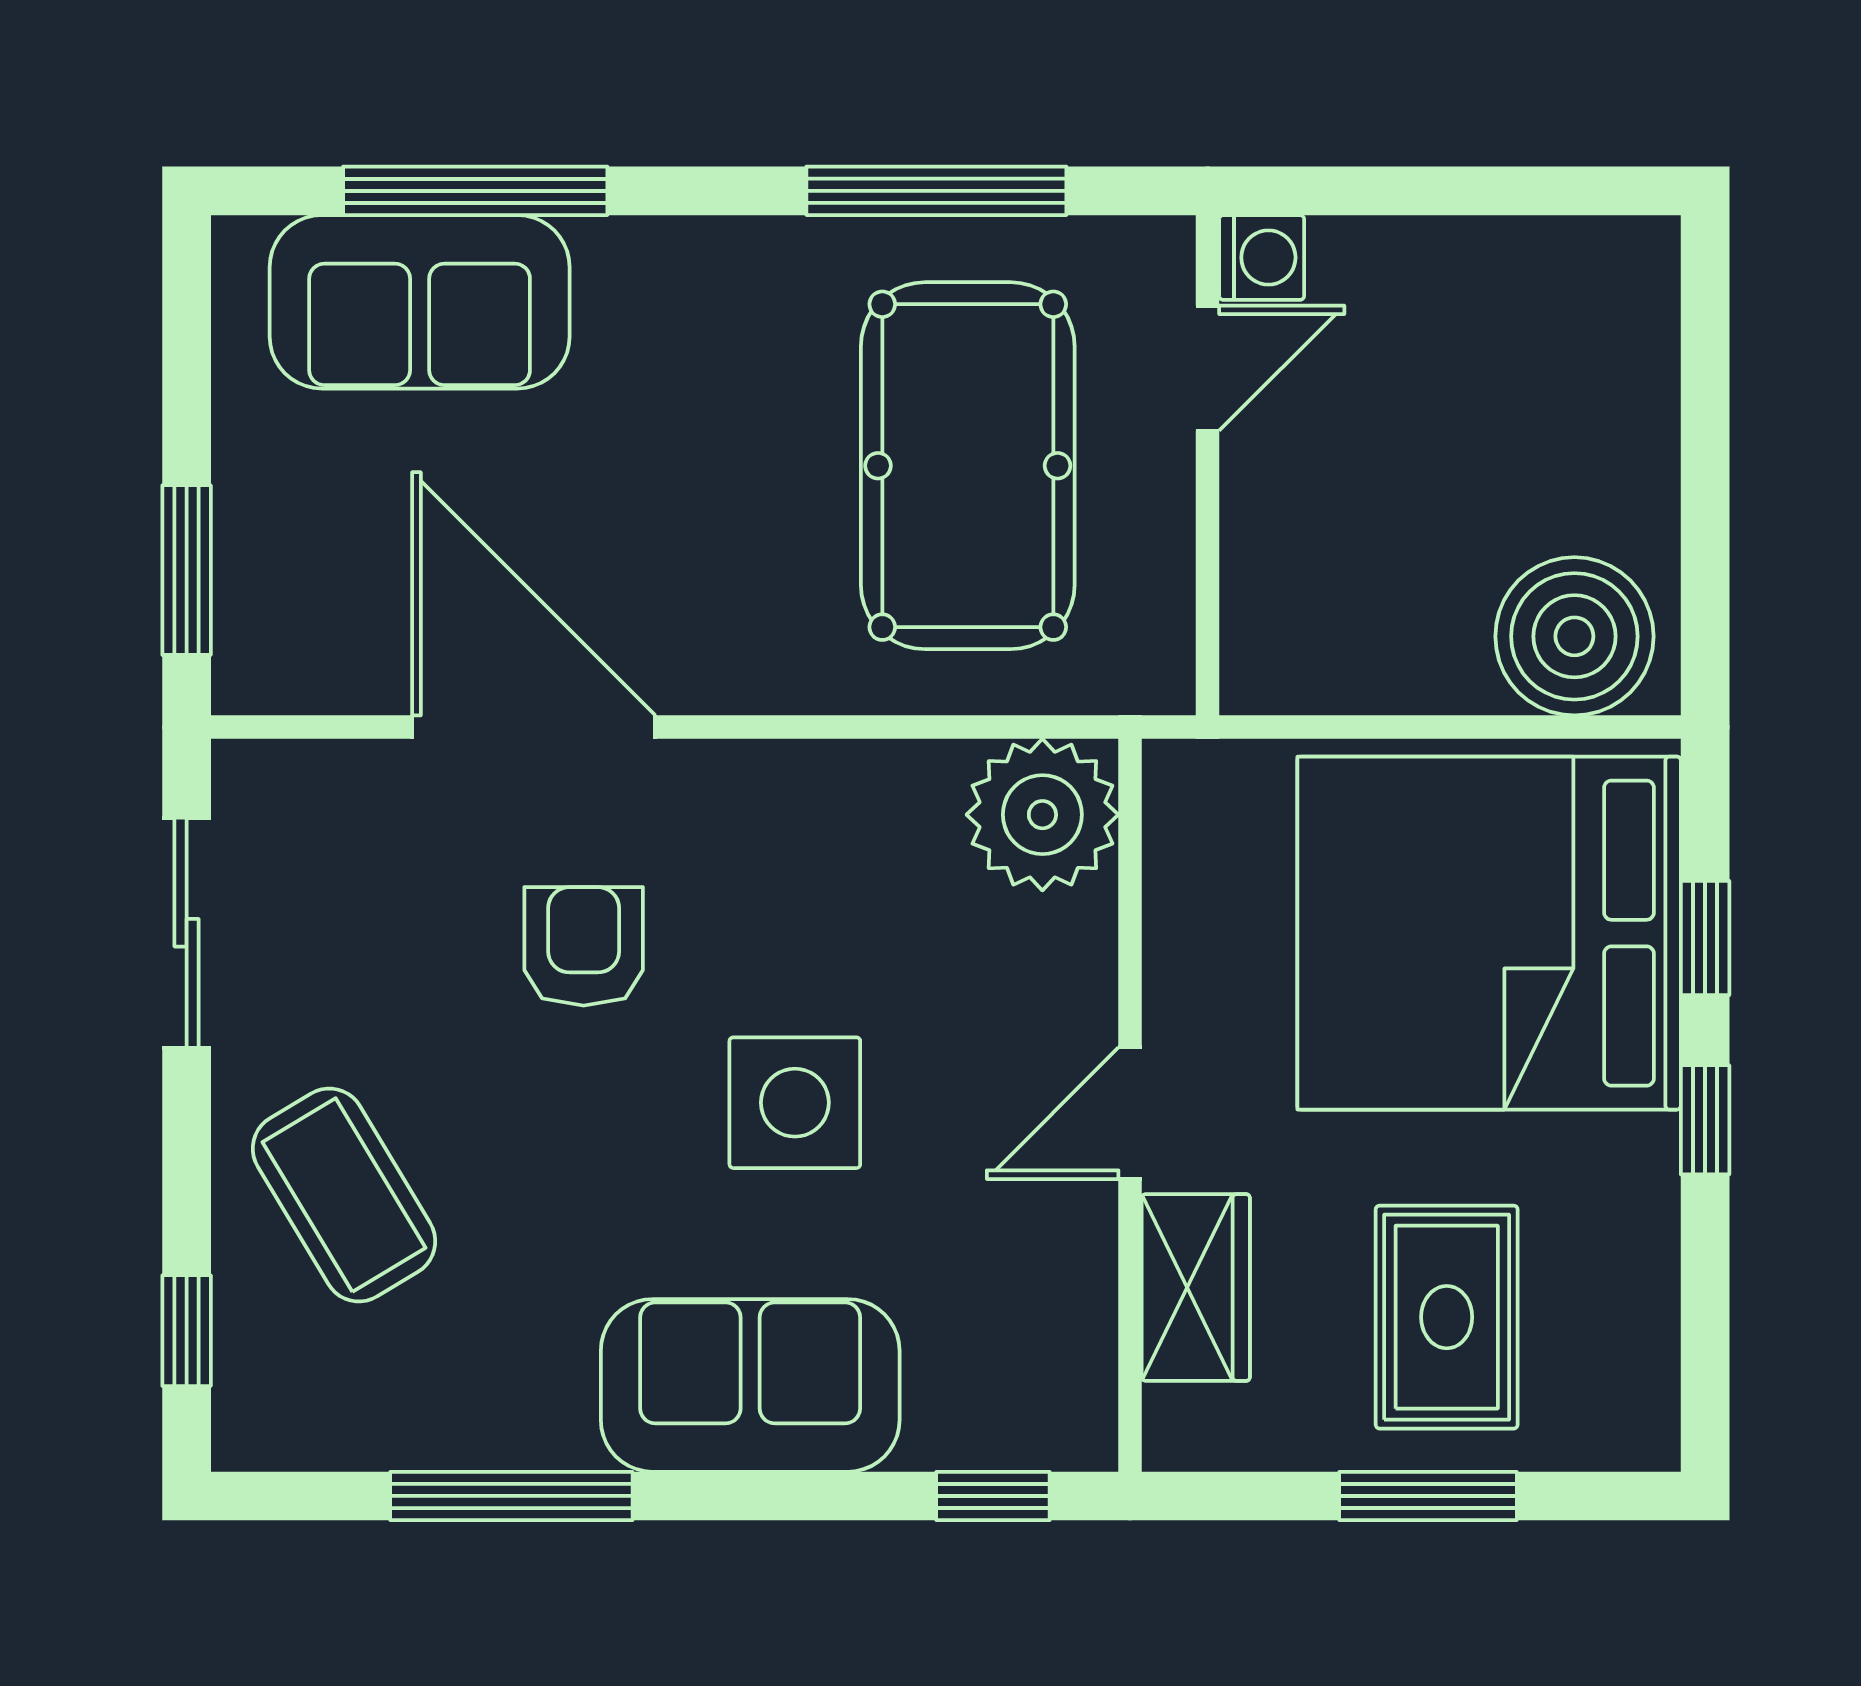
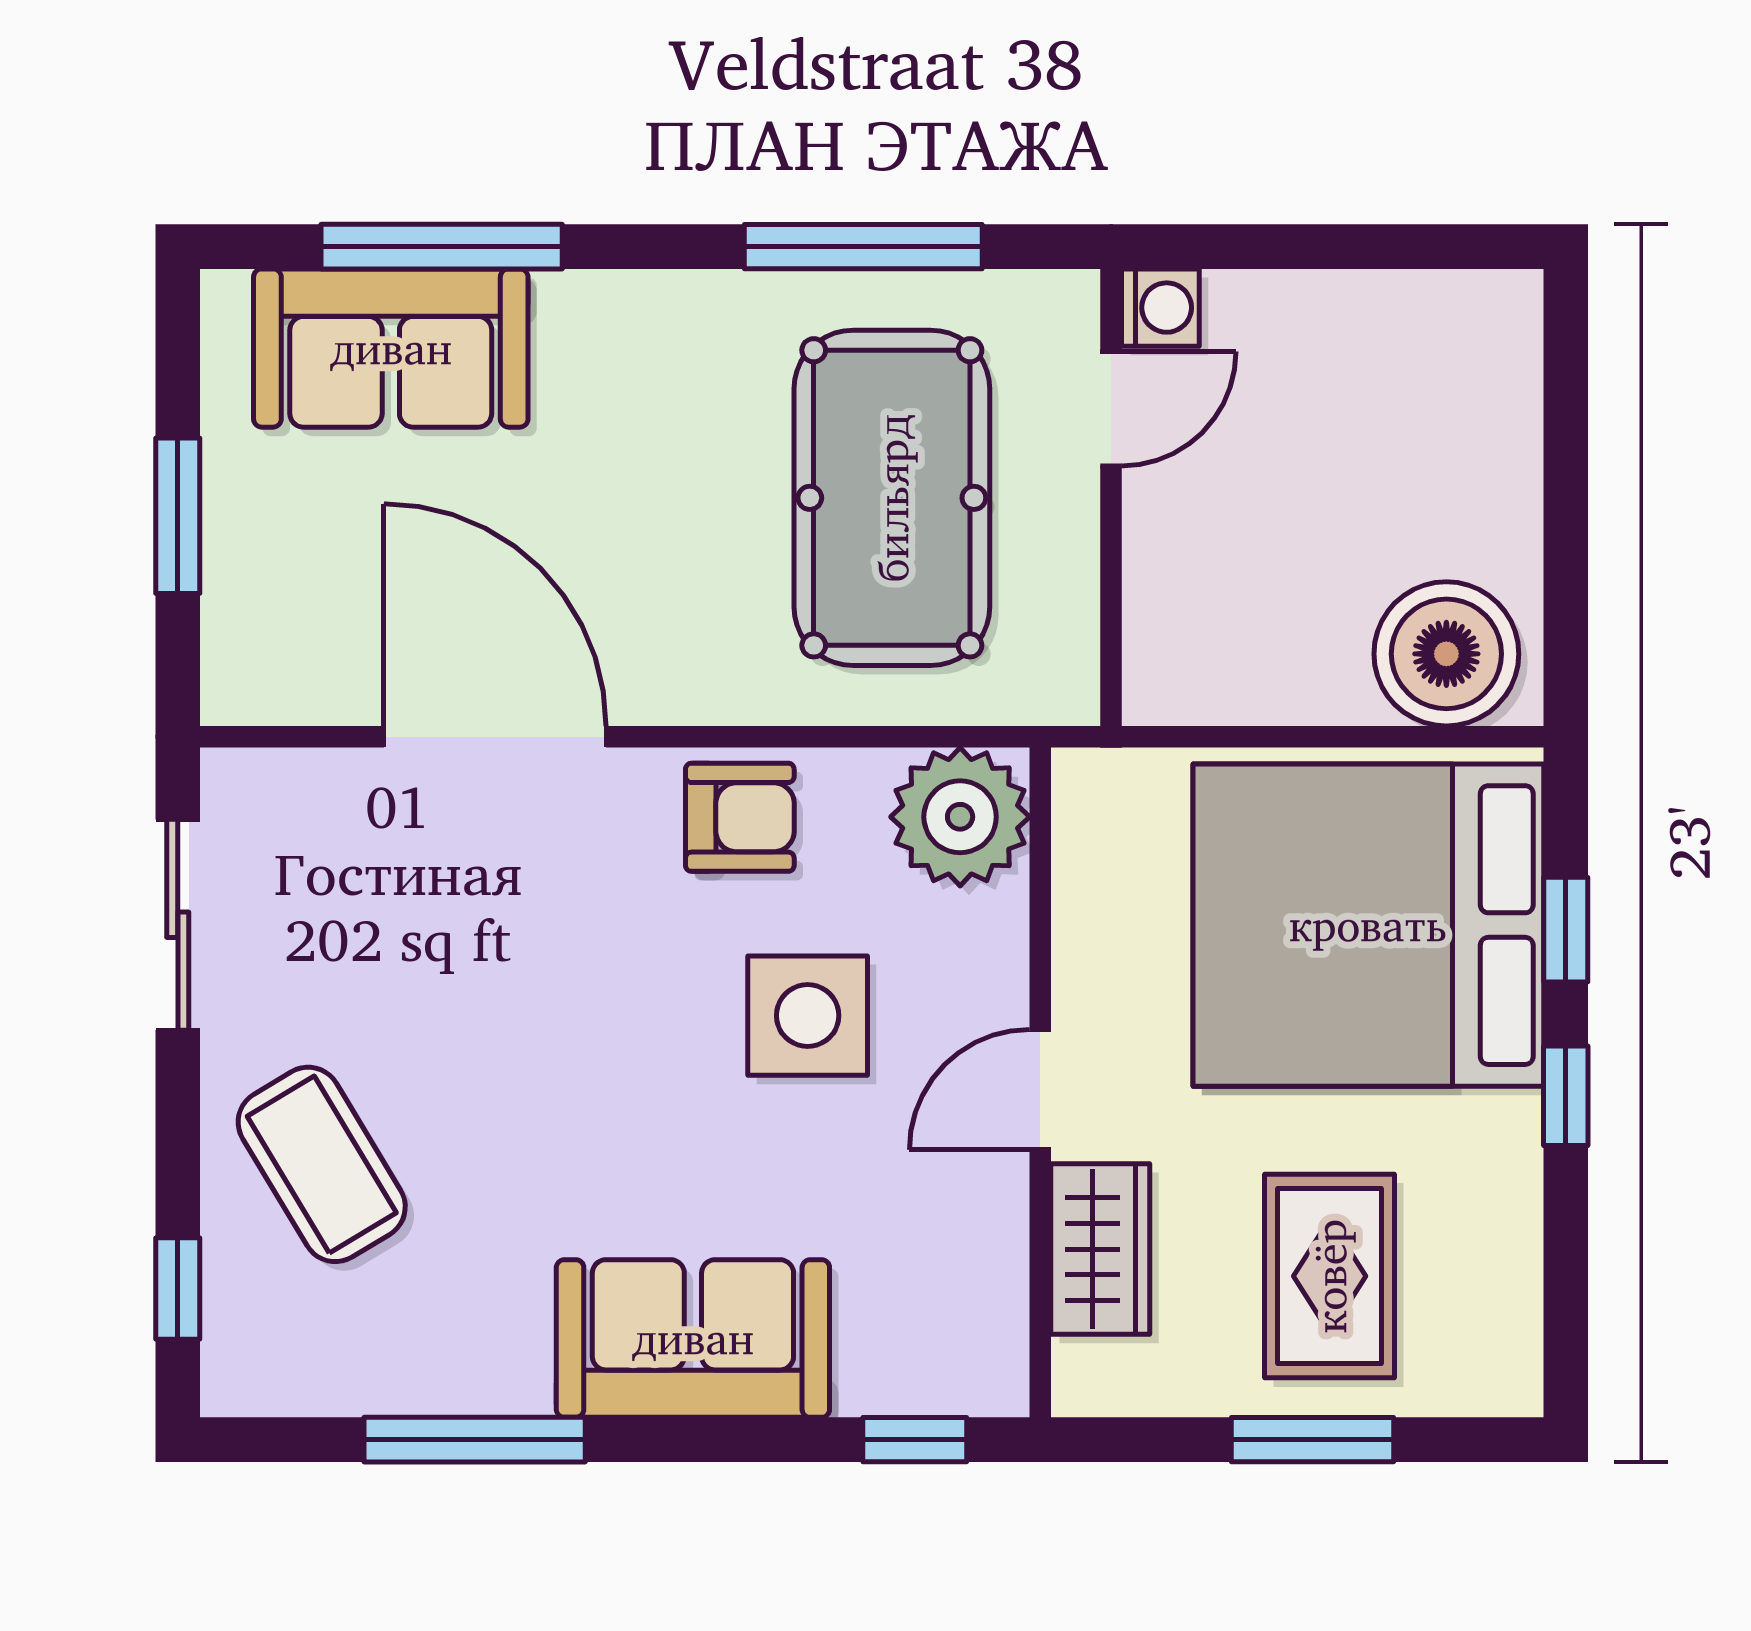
window: (187, 570) -> (178, 516), moved
armchair: (584, 946) -> (740, 817), moved, turned 90
side table: (795, 1103) -> (808, 1016), moved

